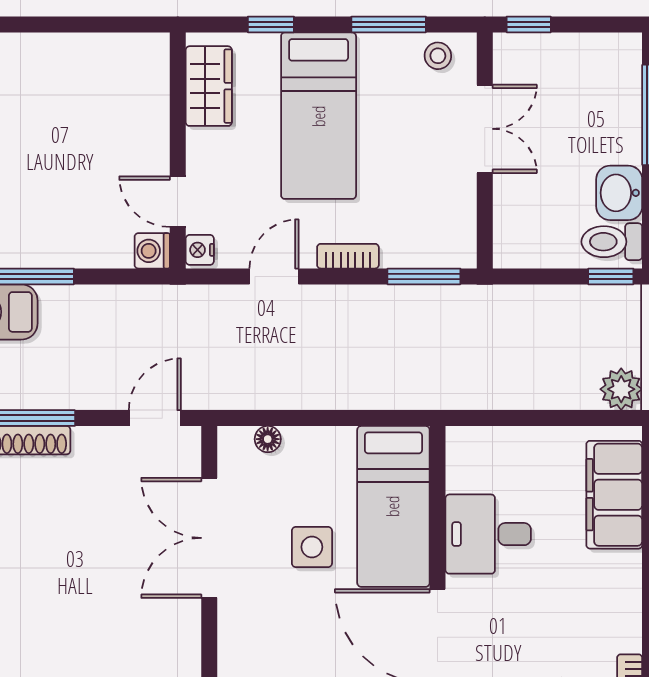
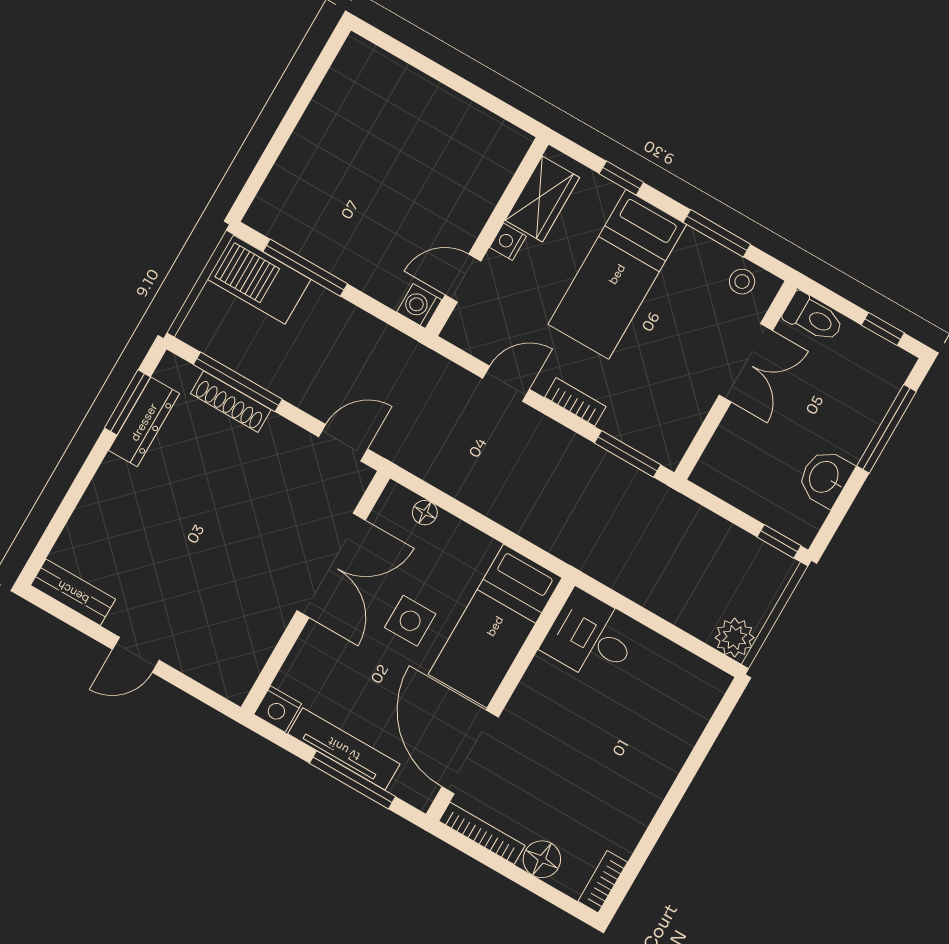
window: (529, 24) -> (883, 329), moved
door: (178, 202) -> (463, 278), hinge flipped
toilet: (612, 242) -> (813, 317), moved, turned 180
nightstand: (200, 250) -> (508, 242), moved
filing cabinet: (614, 495) -> (680, 720), removed
desk: (488, 534) -> (591, 637), moved
double door: (209, 538) -> (331, 565), swing flipped

